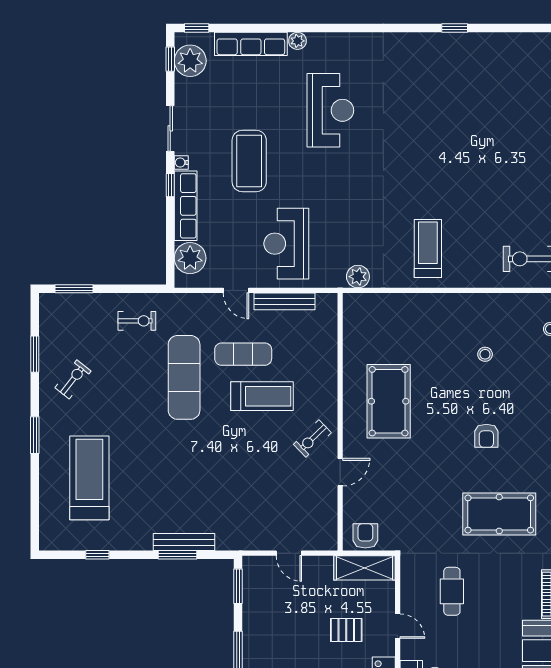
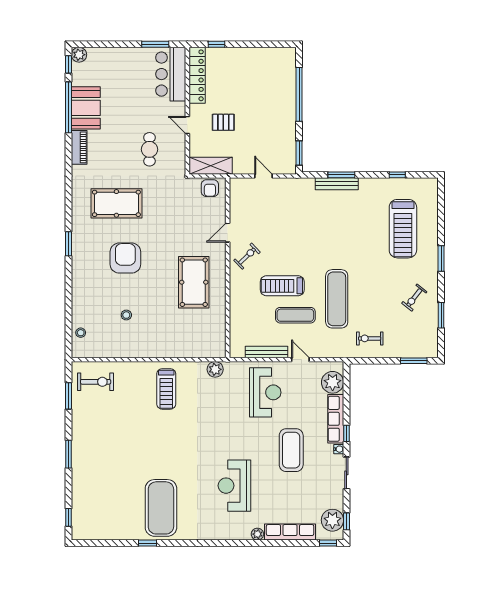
exercise mat: (435, 78) -> (161, 508), added
armchair: (486, 436) -> (125, 258), width x1.88, depth x1.88

